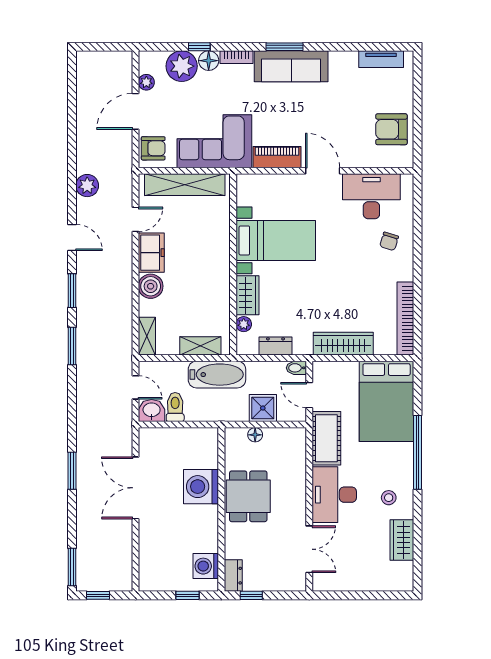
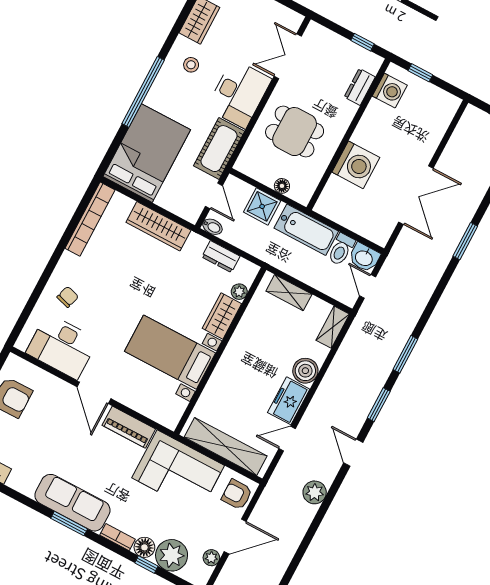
bathtub: (217, 375) -> (306, 230), moved, turned 180
dining table: (248, 496) -> (295, 132), moved, turned 90
dresser: (233, 576) -> (360, 87), moved

